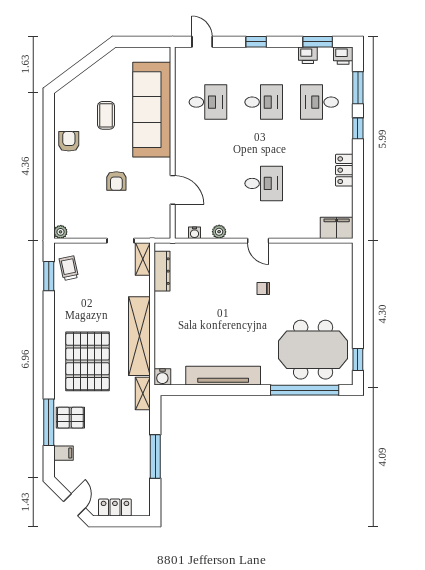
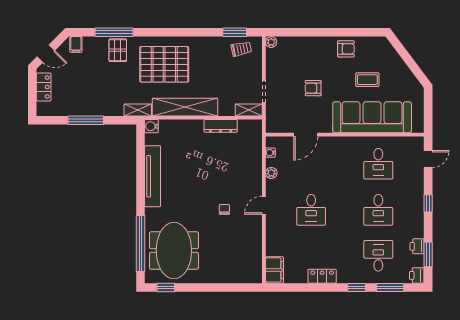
dresser: (162, 271) -> (221, 126), moved
filing cabinet: (63, 453) -> (76, 44), moved

